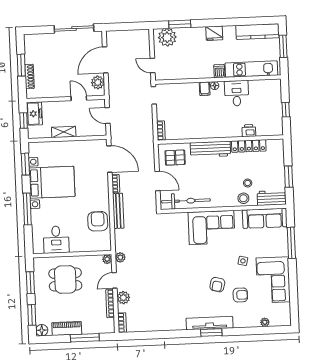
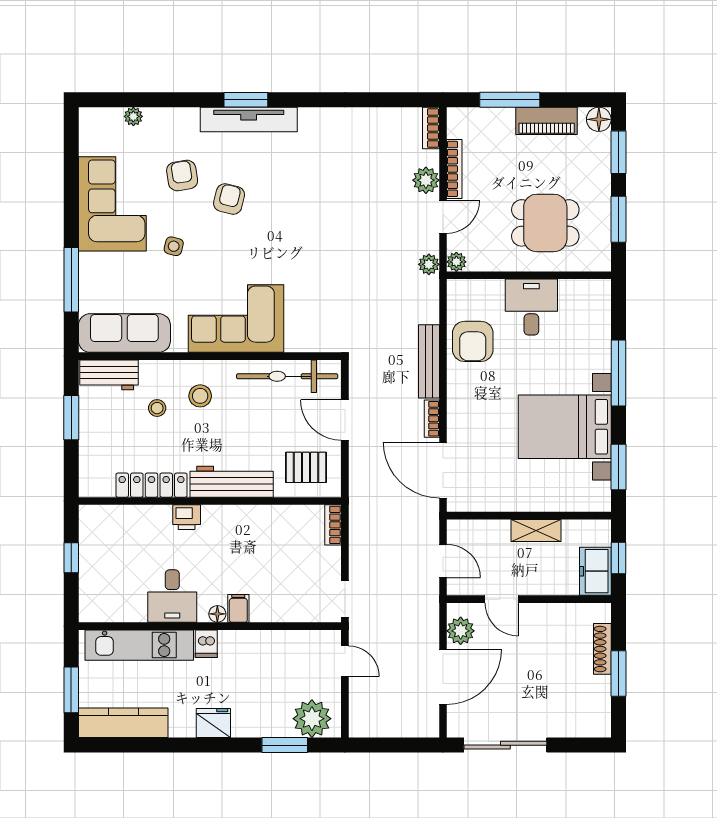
printer: (249, 131) -> (187, 517), moved
stool: (243, 198) -> (200, 396), moved
desk: (56, 240) -> (531, 307), moved
armchair: (240, 295) -> (182, 176), turned 81

